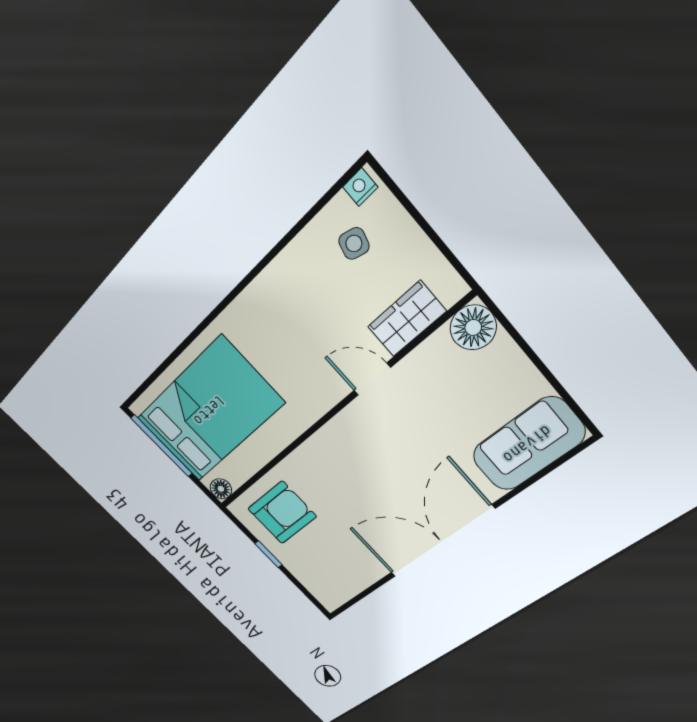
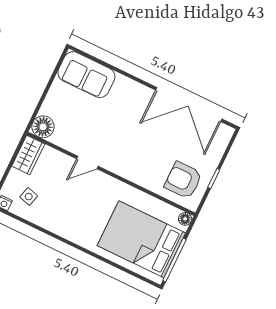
wardrobe: (407, 319) -> (28, 155), moved, turned -90
door: (372, 379) -> (87, 162), hinge flipped
double door: (441, 542) -> (189, 105), moved

